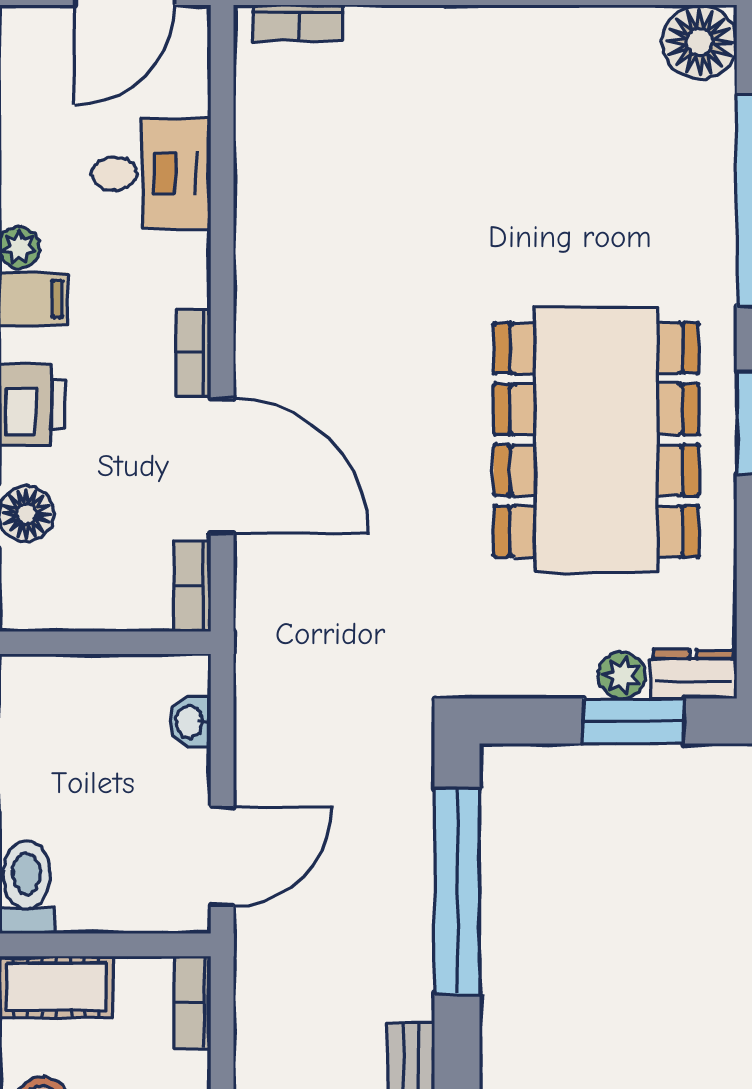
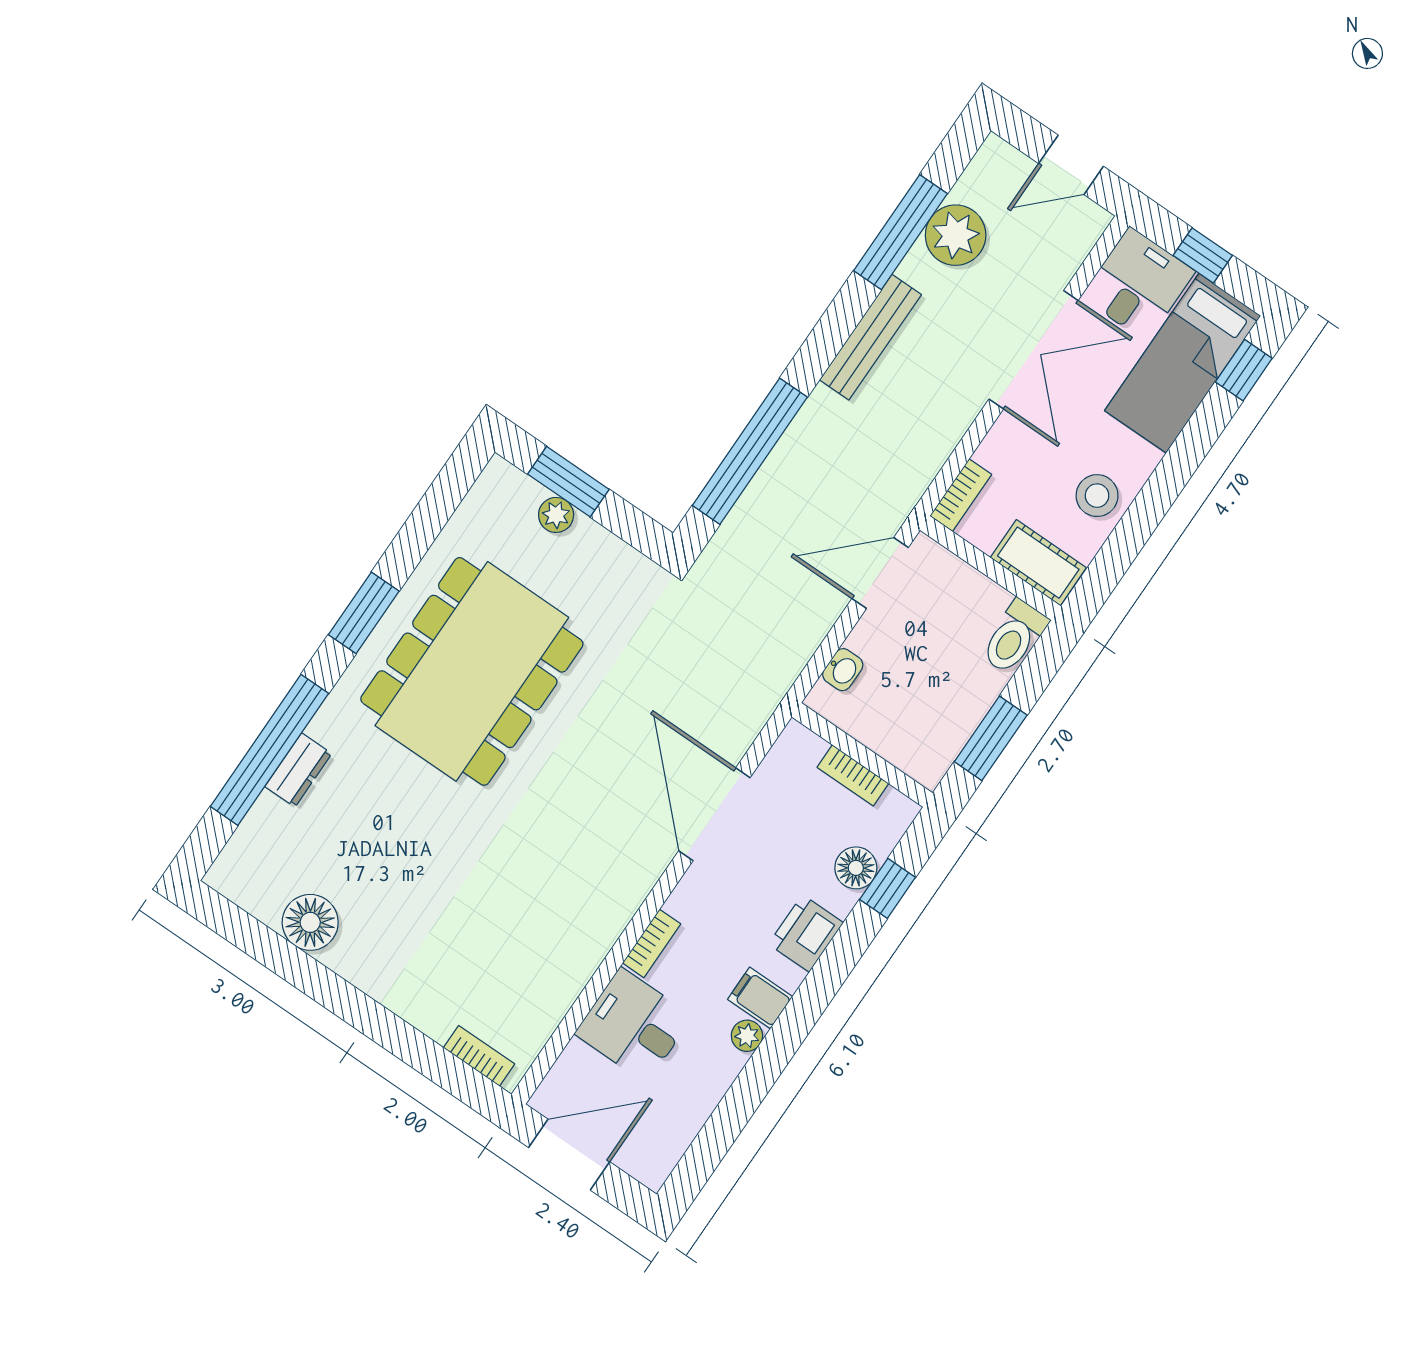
floor lamp: (700, 42) -> (310, 922), moved
bookcase: (193, 353) -> (652, 943), moved
bookcase: (193, 586) -> (853, 775), moved, turned 90
dresser: (693, 674) -> (298, 770), moved, turned -90

